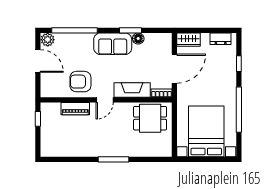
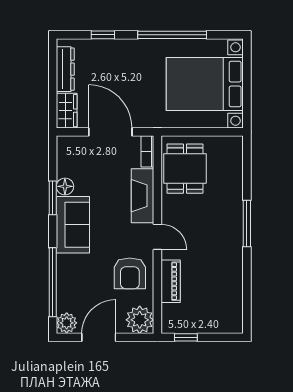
dresser: (221, 39) -> (65, 69), width x1.44
plant: (50, 88) -> (140, 320), added

